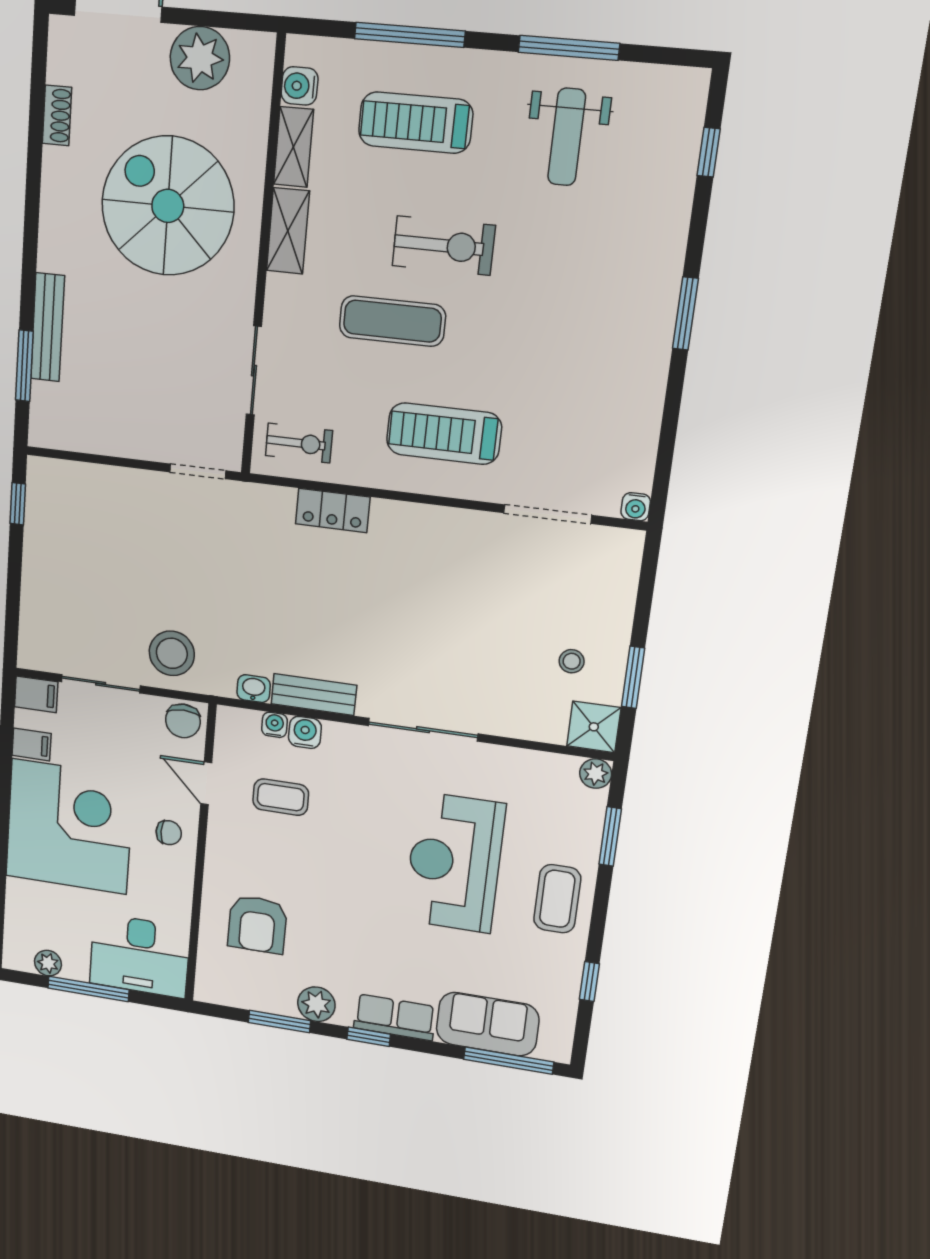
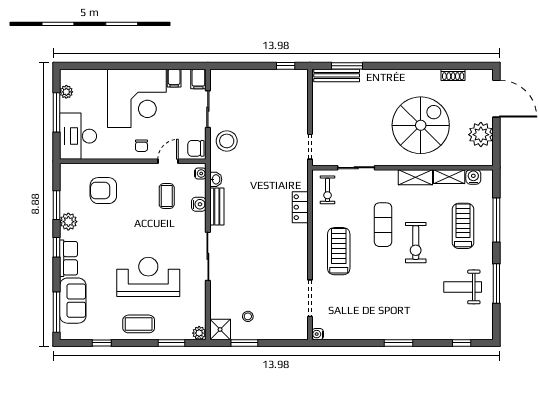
bench: (47, 327) -> (337, 75), moved
water cooler: (274, 725) -> (200, 173), moved

